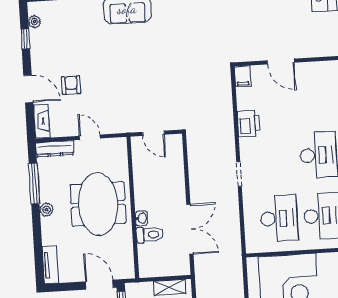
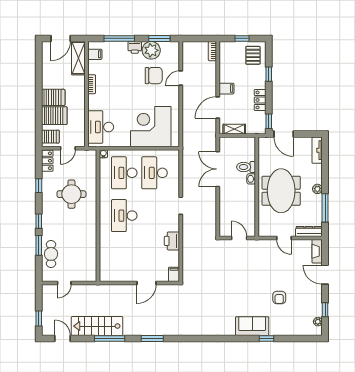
door: (281, 62) -> (146, 283), swing flipped
armchair: (71, 85) -> (279, 297), moved

